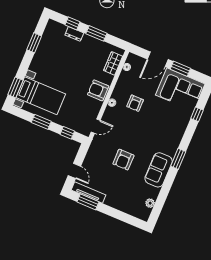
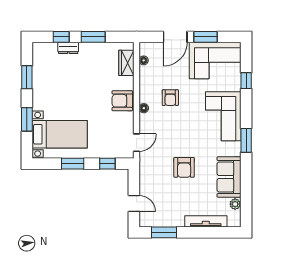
window: (15, 87) -> (27, 119), moved
corner sofa: (169, 134) -> (223, 116), added
sofa: (159, 170) -> (229, 177), moved
tv unit: (88, 192) -> (206, 221), moved

